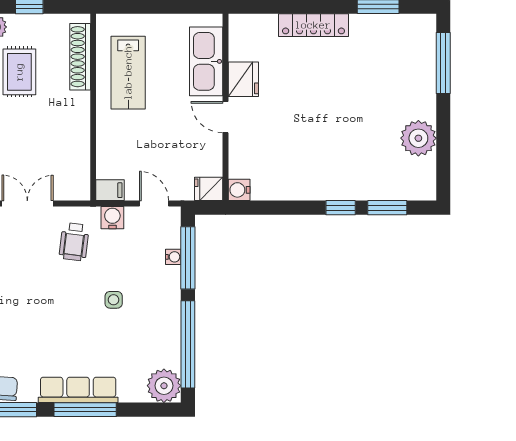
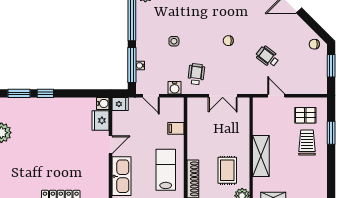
fridge: (243, 79) -> (100, 120), moved
door: (226, 117) -> (111, 145), hinge flipped
filing cabinet: (110, 190) -> (176, 128), moved
chair: (18, 301) -> (228, 41), added

